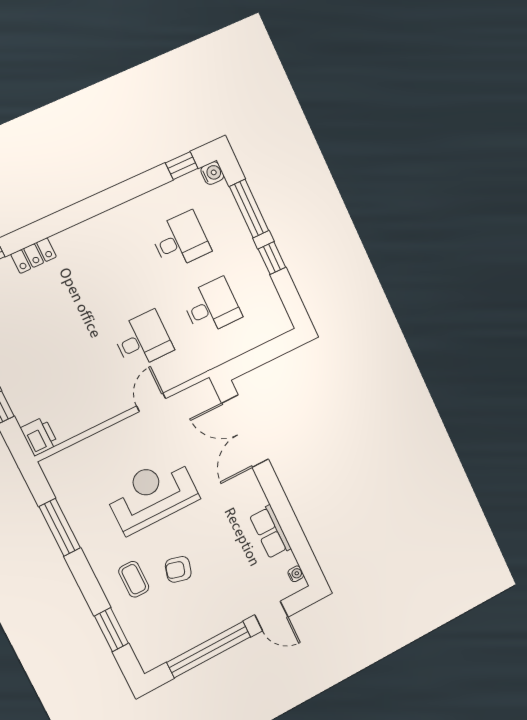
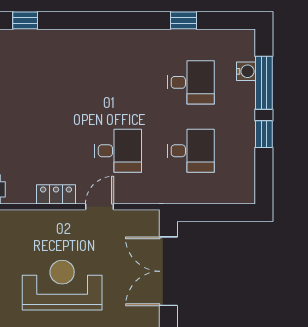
window: (182, 166) -> (183, 20), moved
water cooler: (212, 173) -> (246, 71), moved
locker: (34, 256) -> (56, 194), moved, turned 180

